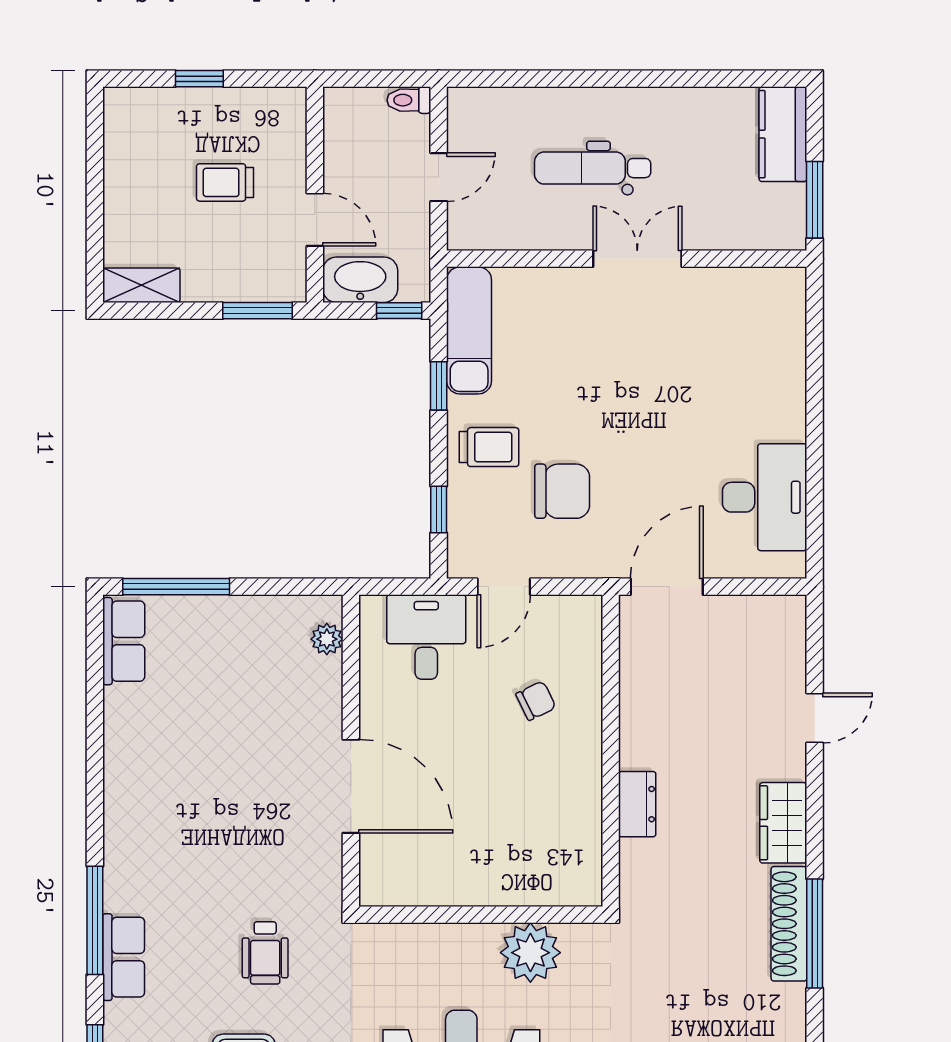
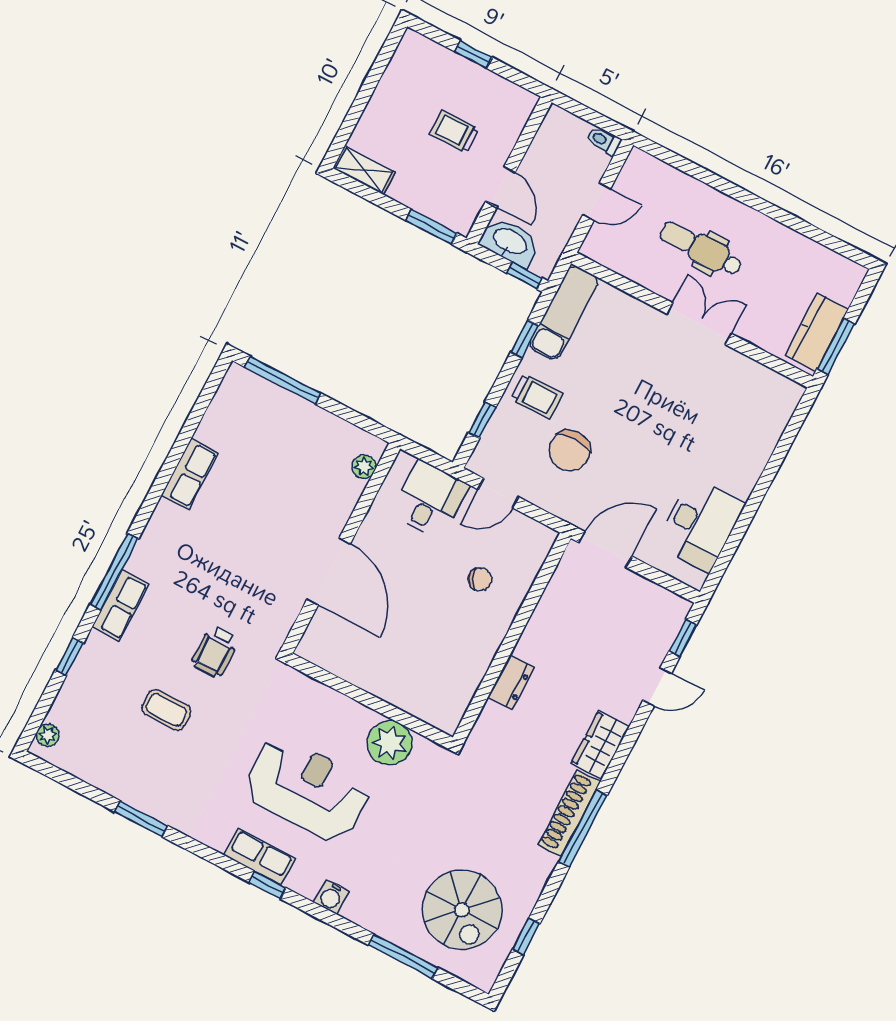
kitchen counter: (783, 134) -> (817, 332), moved
chair: (562, 491) -> (569, 451), turned 90
row of seats: (124, 641) -> (190, 474), moved
window: (815, 644) -> (683, 638), added

